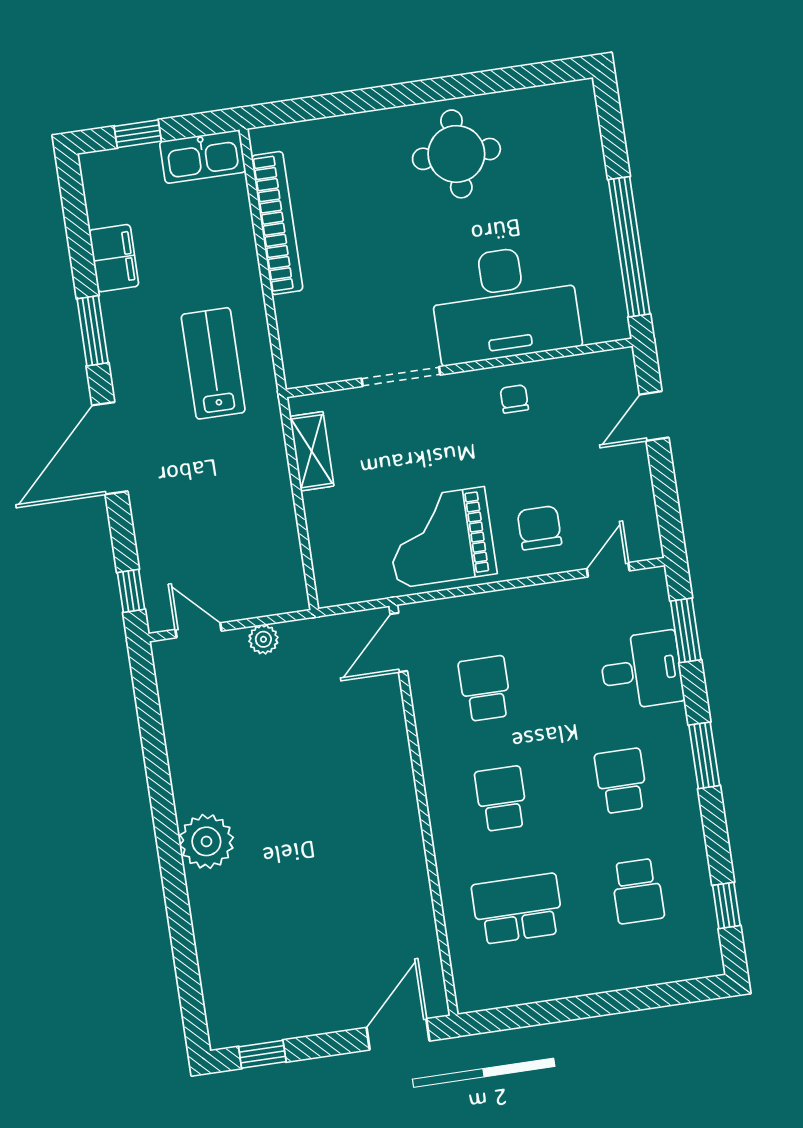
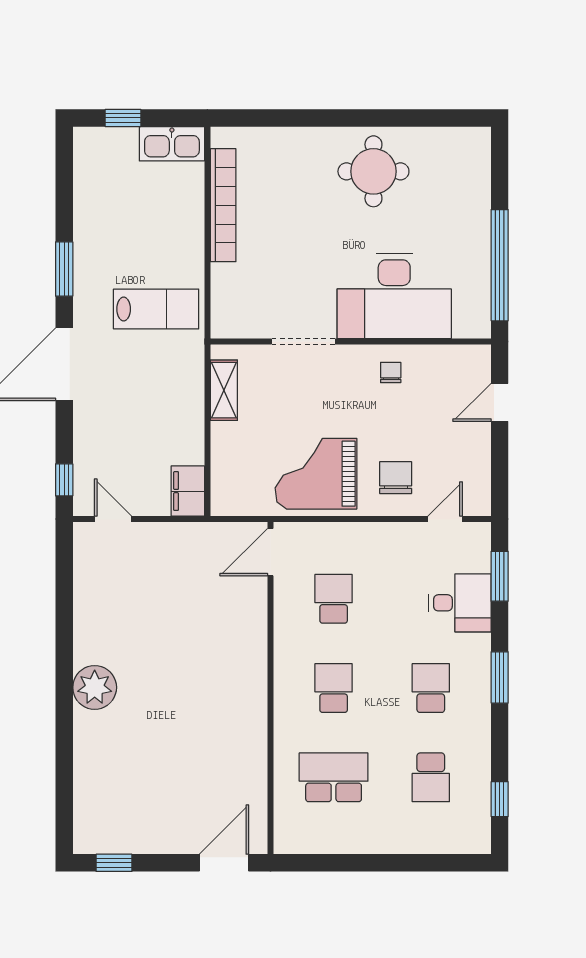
filing cabinet: (114, 258) -> (188, 491), moved, turned 180
lab bench: (213, 363) -> (156, 309), turned 90
plant: (263, 639) -> (164, 534), removed

